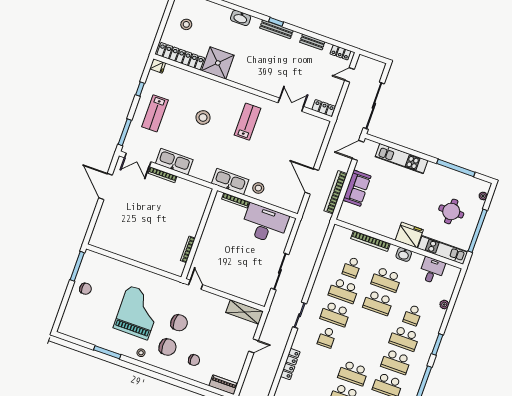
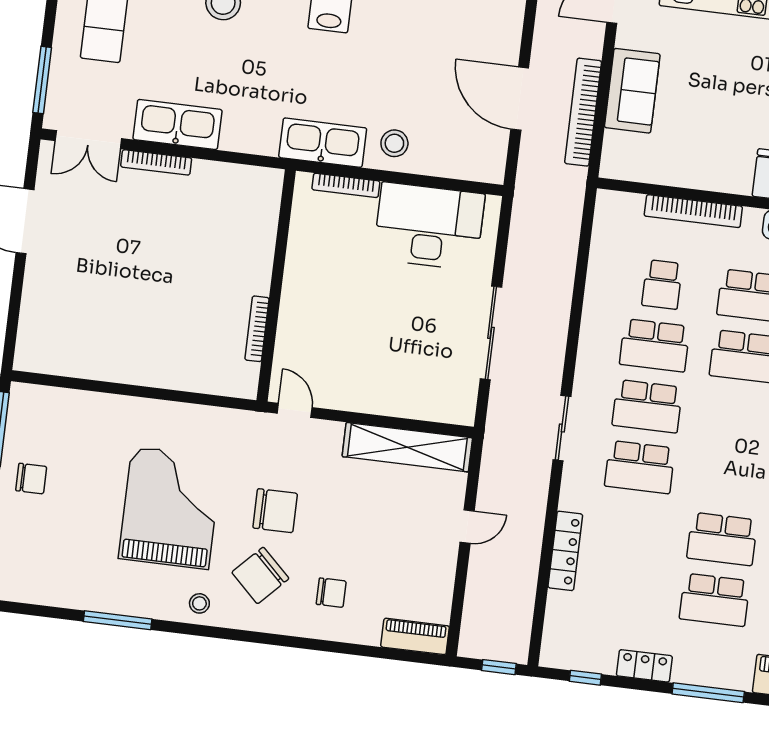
shelving: (245, 312) -> (407, 447), width x1.47
school desk: (327, 337) -> (640, 467), width x1.85
chair: (168, 347) -> (260, 575), turned 134

